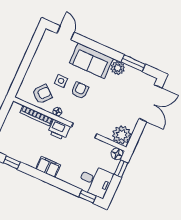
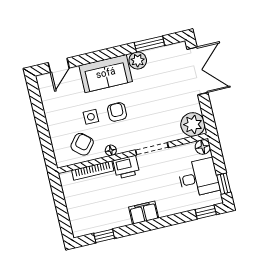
door: (66, 33) -> (59, 65), swing flipped
window: (121, 169) -> (224, 184), moved
desk: (95, 181) -> (199, 178), moved

